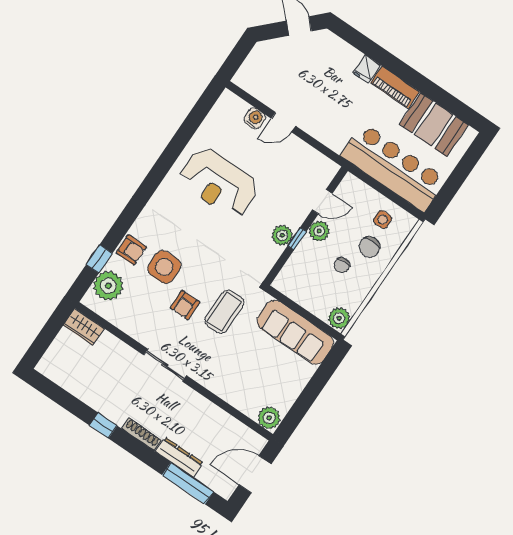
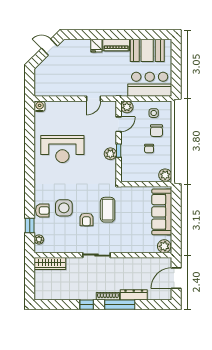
water cooler: (255, 118) -> (40, 106), moved
door: (283, 122) -> (93, 99), moved
bar counter: (393, 167) -> (150, 84), width x0.73
plant: (319, 231) -> (127, 107), moved
plant: (108, 286) -> (39, 239), width x0.53, depth x0.53
wardrobe: (84, 327) -> (50, 263), width x1.50
sofa: (295, 332) -> (162, 212), moved, turned 90
window: (188, 483) -> (120, 305), moved

